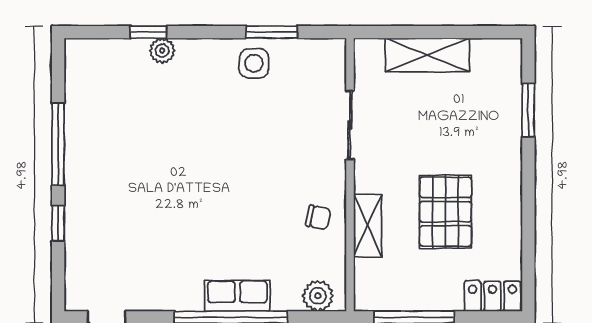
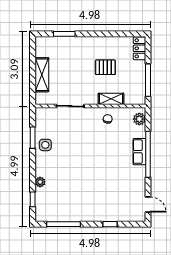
window: (149, 32) -> (33, 199), moved
window: (58, 144) -> (64, 224), moved
pallet: (446, 212) -> (105, 67), width x0.67, depth x0.71

